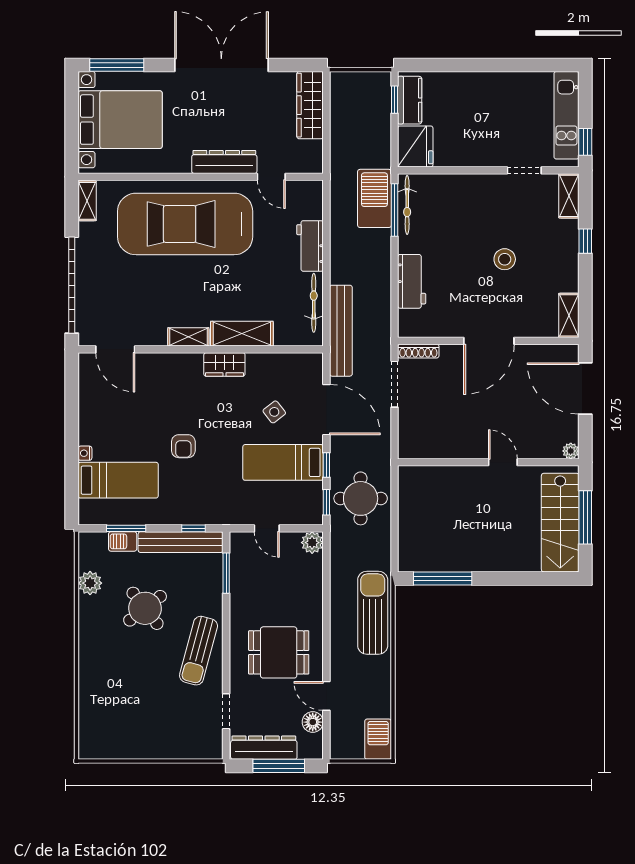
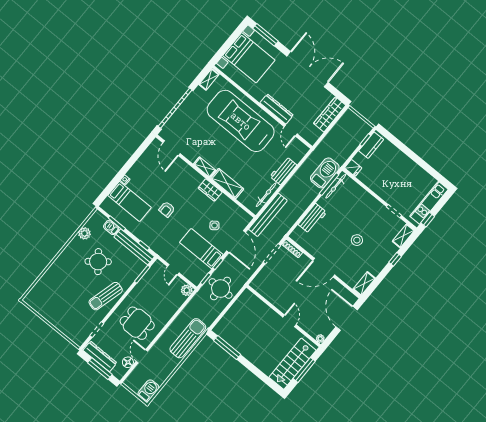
fridge: (415, 146) -> (353, 168), width x0.53, depth x0.75

